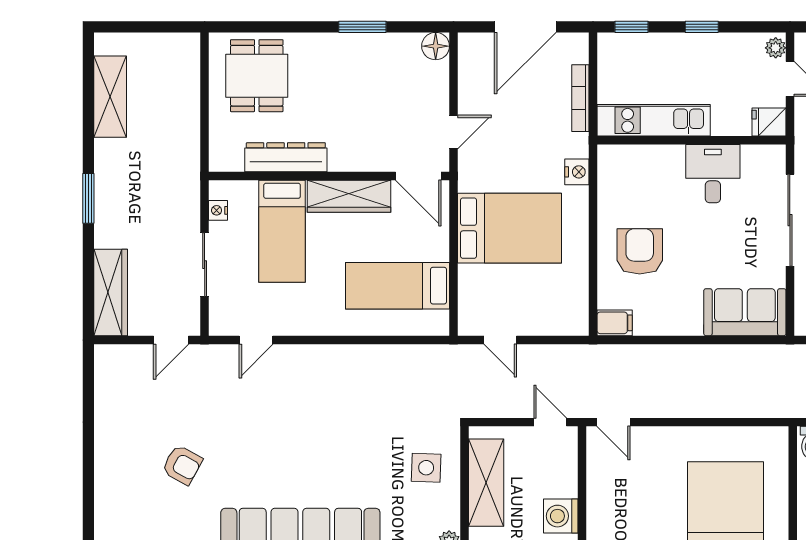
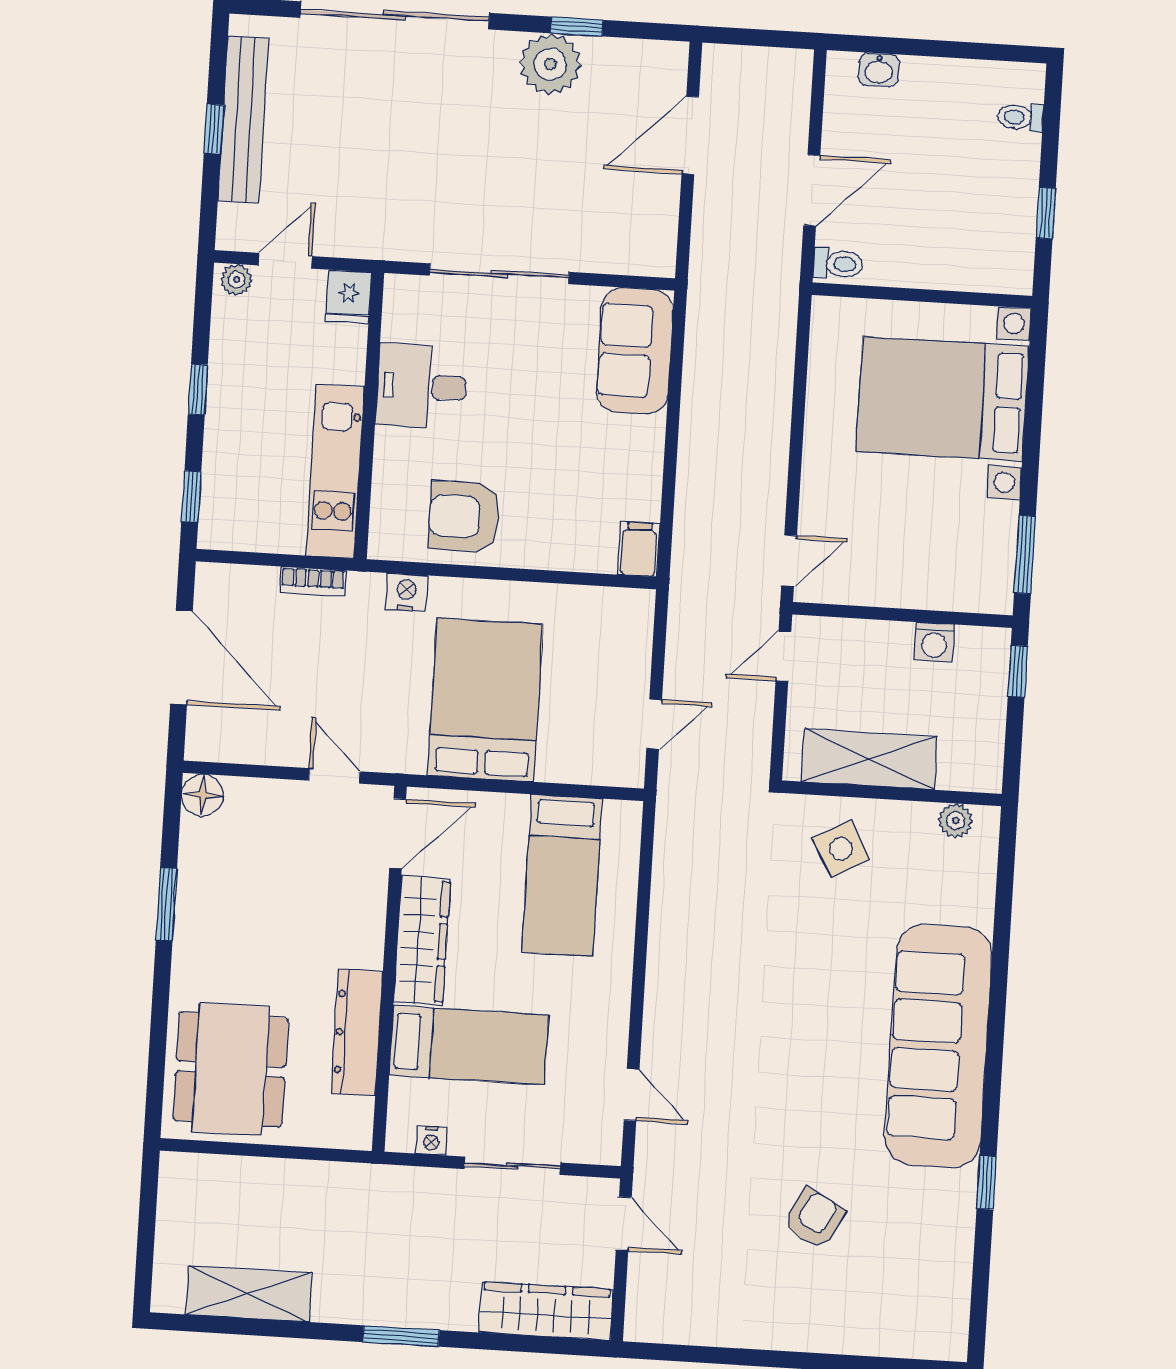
dining table: (257, 76) -> (231, 1069), width x1.38
bookcase: (580, 98) -> (313, 581), width x0.64
armchair: (640, 251) -> (464, 517), moved
side table: (426, 468) -> (841, 849), turned -31
washing machine: (561, 516) -> (934, 642), width x0.73, depth x0.73

